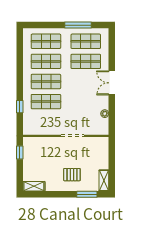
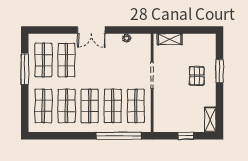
window: (20, 107) -> (119, 136), width x3.17
shop shelf: (46, 122) -> (136, 106), added
window: (20, 153) -> (186, 136), moved
shelving: (104, 181) -> (170, 39), moved
window: (87, 194) -> (219, 71), moved

